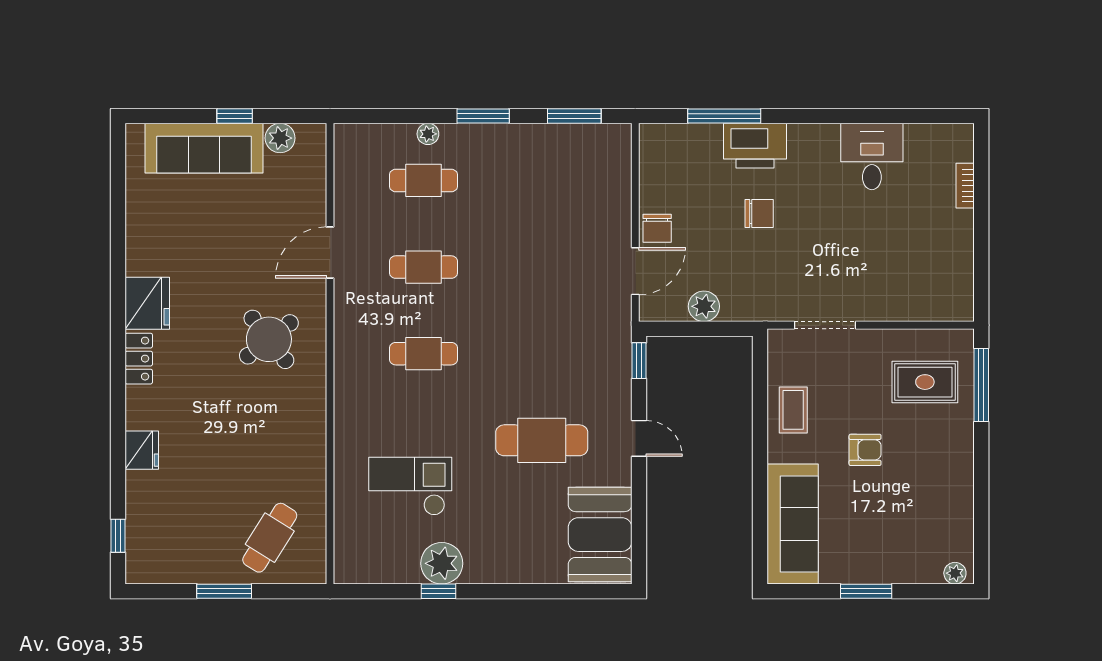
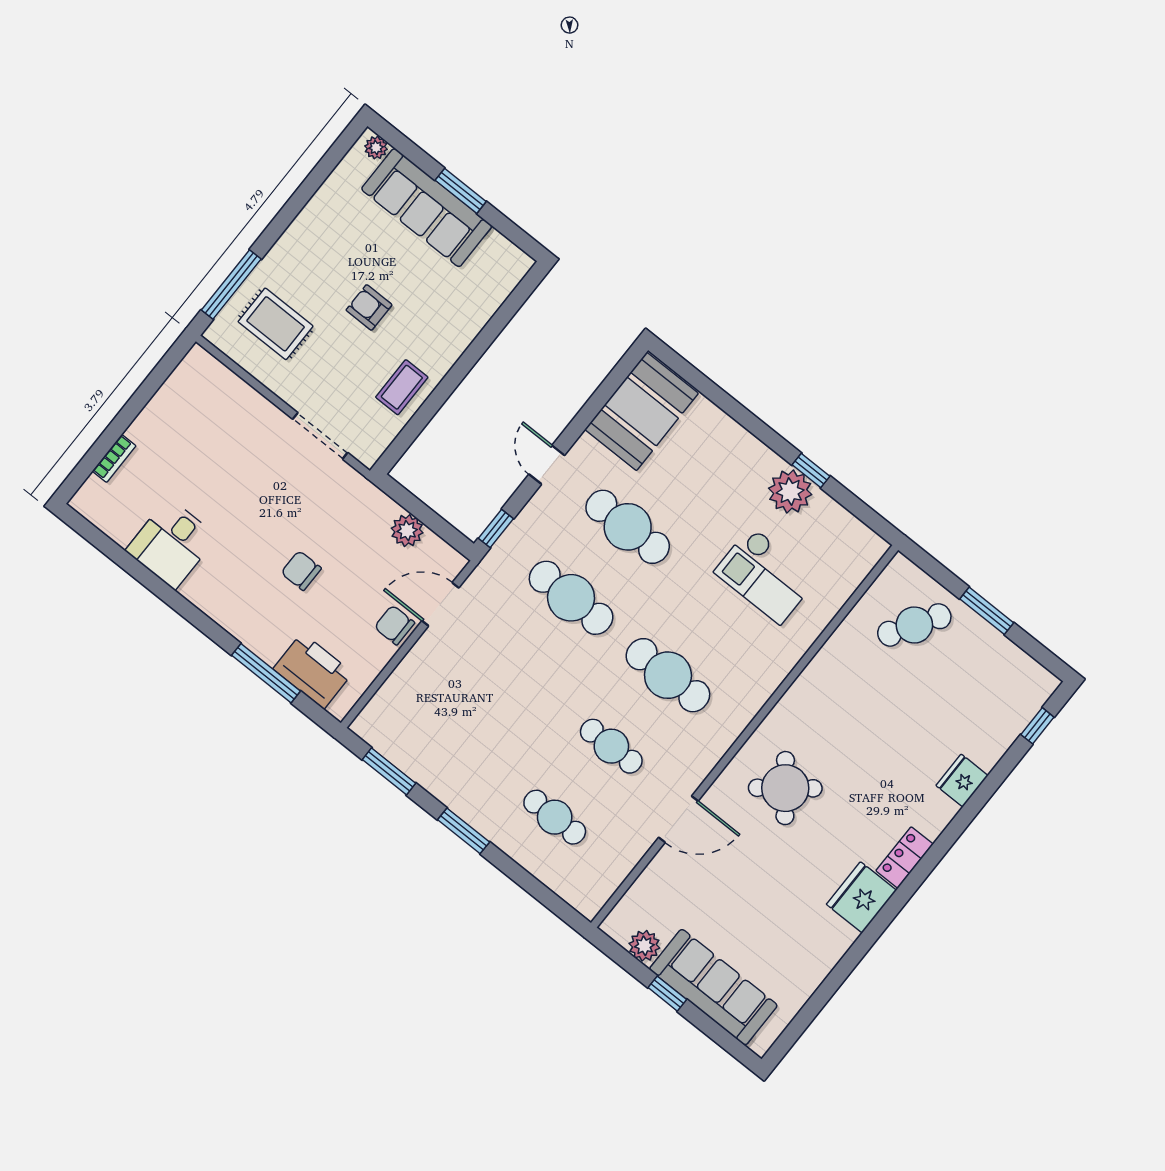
plant: (428, 134) -> (521, 852), removed
printer: (755, 146) -> (313, 671), moved
chair: (657, 228) -> (394, 625), turned -90
cafe table: (423, 354) -> (668, 675), width x1.37, depth x1.35
cafe table: (542, 354) -> (571, 598), added
sofa: (793, 524) -> (427, 208), moved, turned -90

